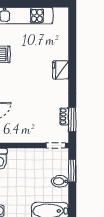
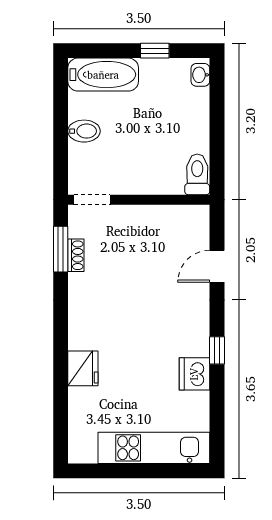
fridge: (61, 70) -> (83, 368), moved
window: (72, 171) -> (61, 151), removed

